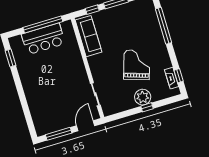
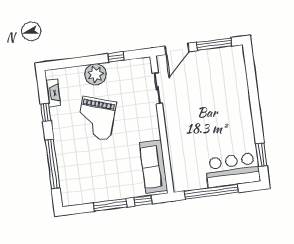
bar counter: (43, 39) -> (233, 170), moved
window: (179, 76) -> (46, 112), moved
window: (147, 107) -> (116, 57), moved

